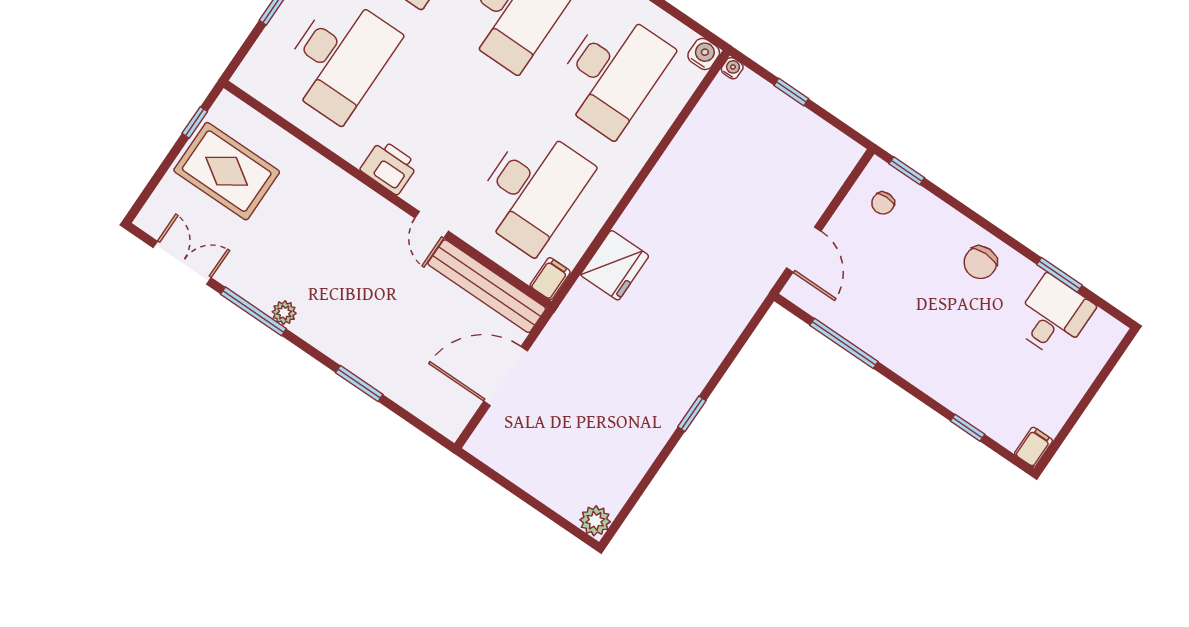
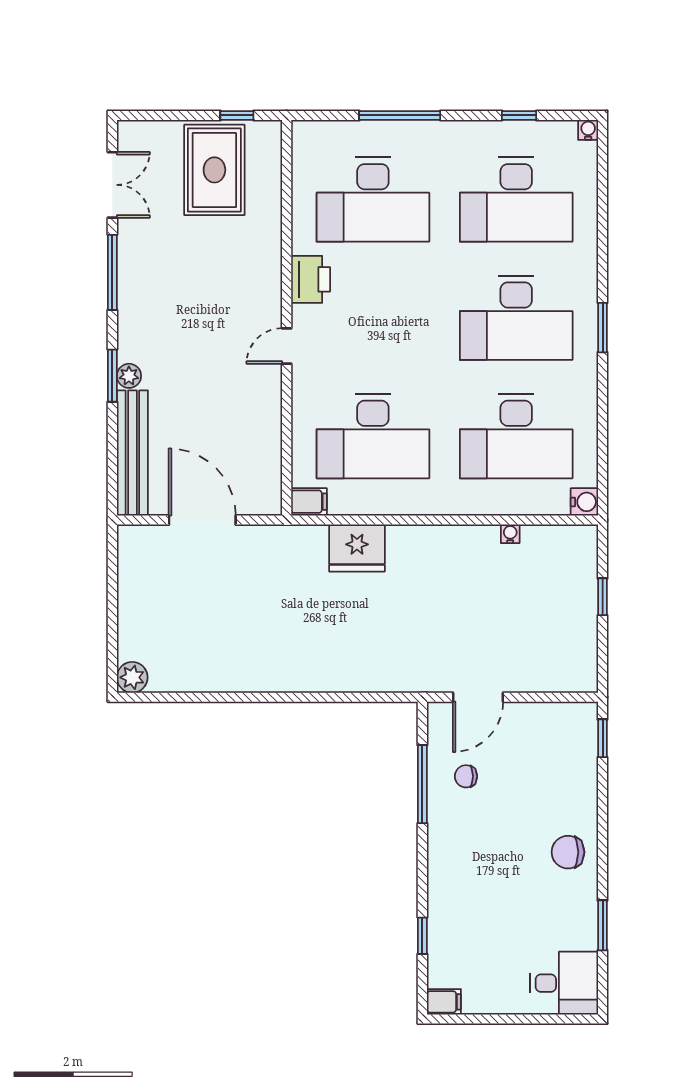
water cooler: (732, 68) -> (510, 534), moved, turned -90
printer: (389, 167) -> (311, 279), moved
chair: (883, 203) -> (466, 776), moved
door: (432, 225) -> (287, 346), moved
bench: (487, 286) -> (132, 453), moved
plant: (284, 313) -> (129, 376), moved
desk: (1053, 316) -> (564, 983), moved
window: (359, 384) -> (112, 376), moved
window: (692, 414) -> (277, 697), removed

